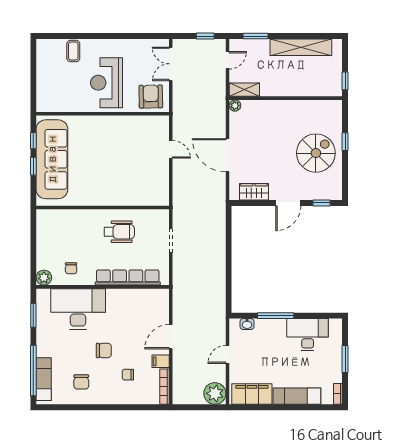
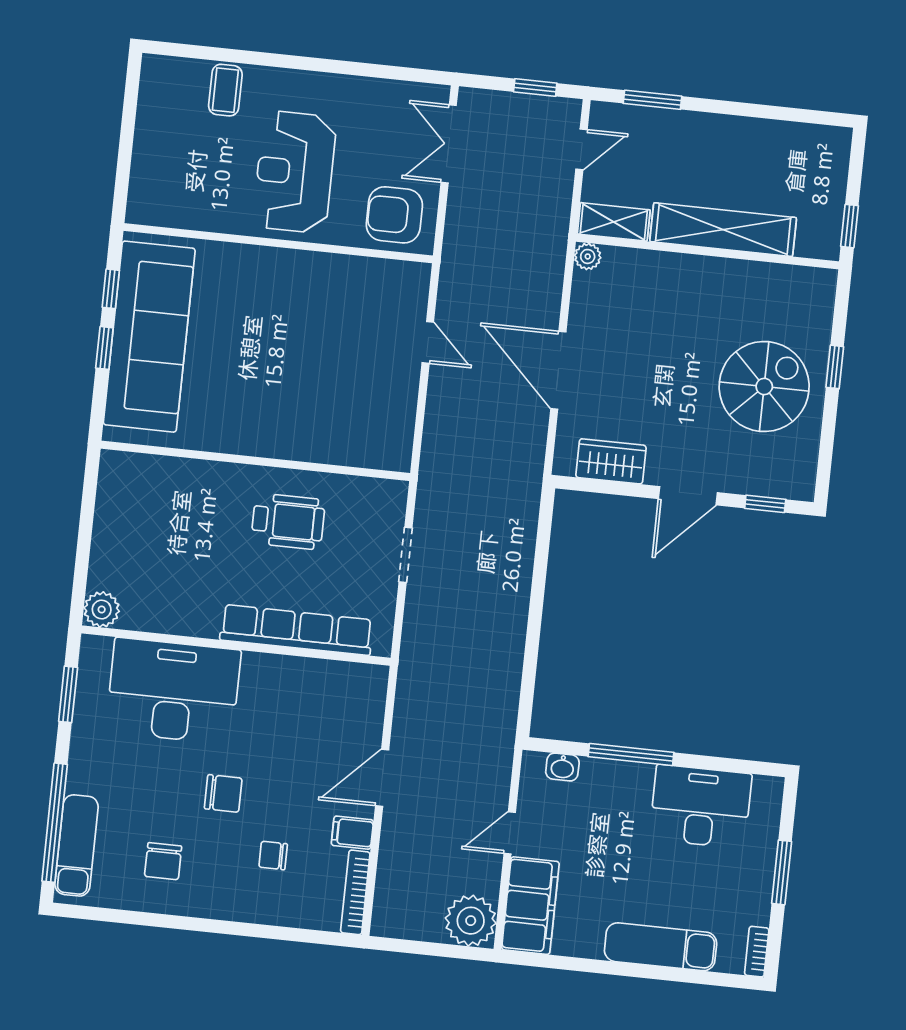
shelving: (301, 47) -> (723, 230), moved
armchair: (151, 97) -> (394, 215), turned -89
chair: (71, 268) -> (167, 594), removed
filing cabinet: (252, 394) -> (530, 906), moved, turned 90

